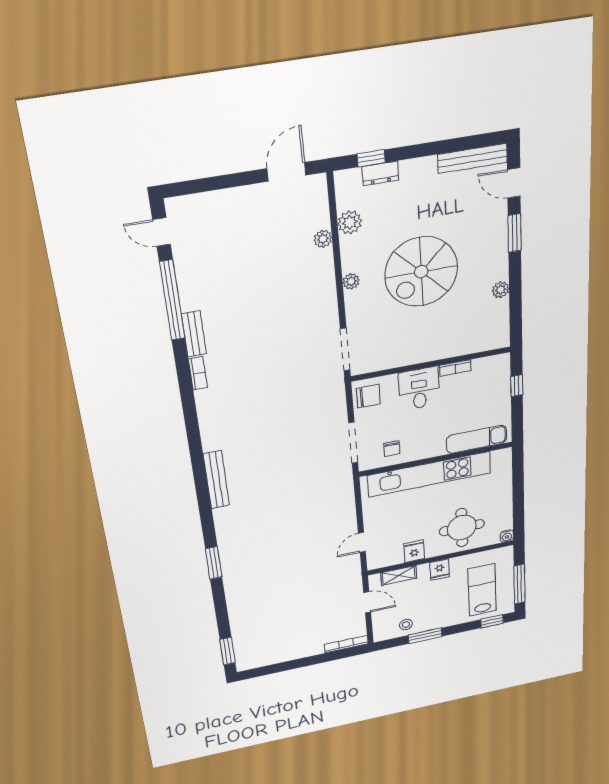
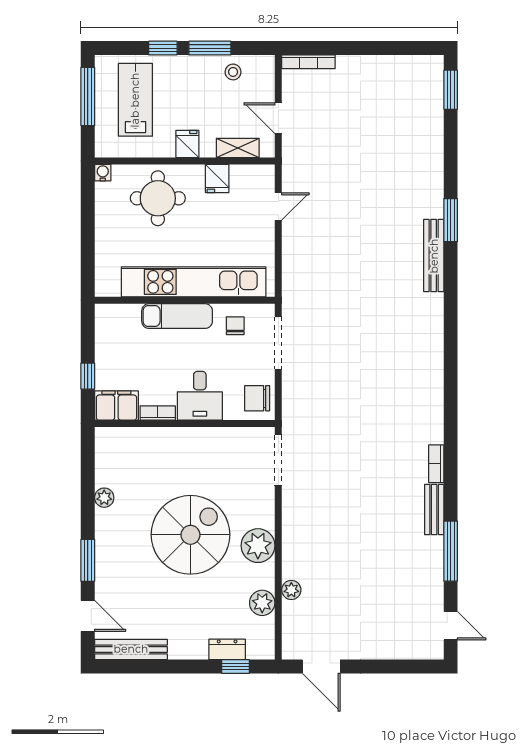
door: (286, 172) -> (321, 667), hinge flipped
plant: (351, 281) -> (258, 546), width x1.88, depth x1.88
window: (172, 300) -> (451, 551), width x0.68
filing cabinet: (492, 367) -> (116, 405), added
exam couch: (477, 439) -> (177, 316), moved
bench: (216, 480) -> (434, 256), moved
lab bench: (482, 590) -> (135, 100), turned 180
window: (492, 621) -> (163, 48), moved

